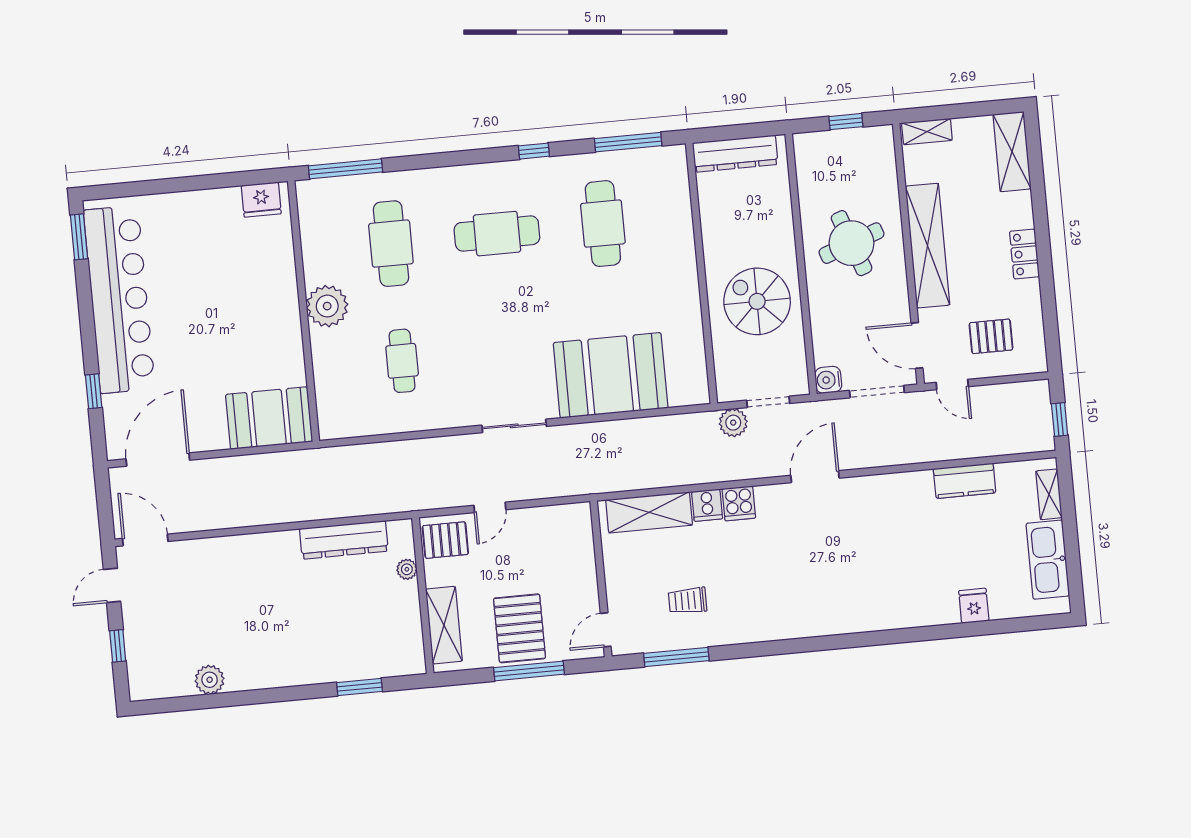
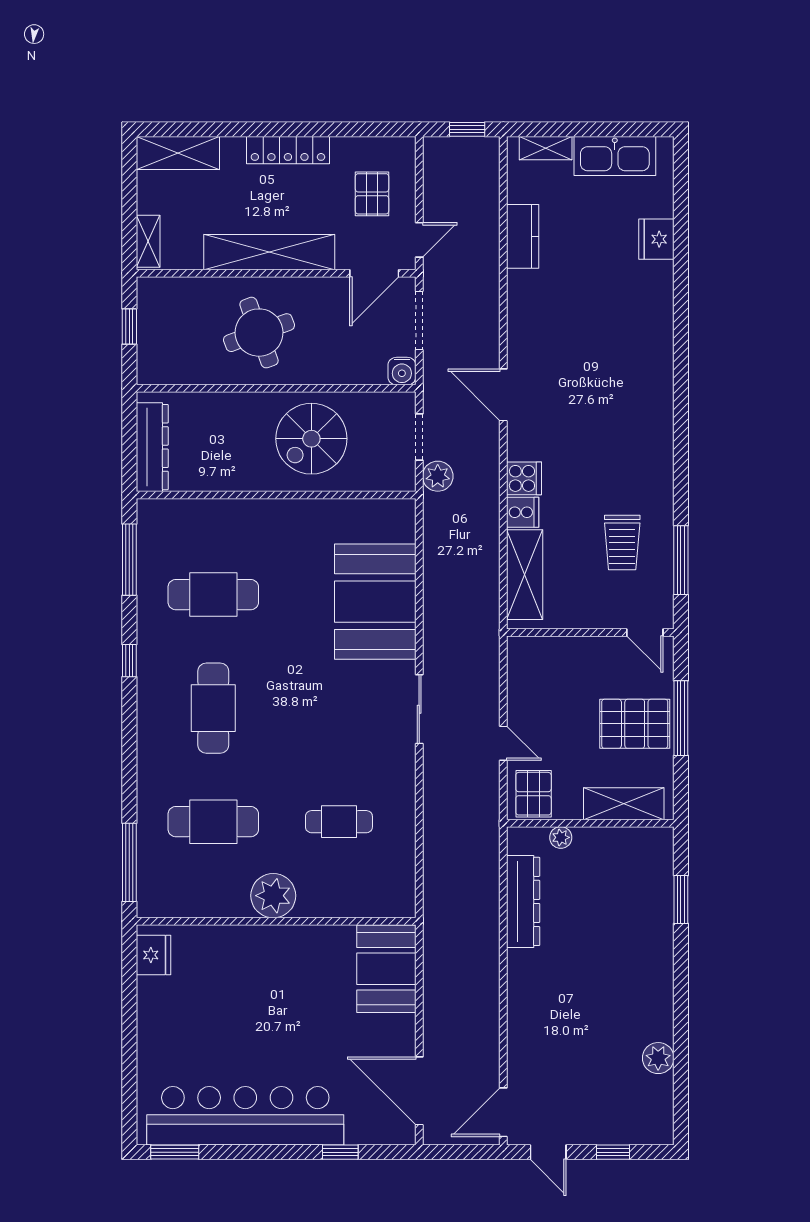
locker: (1024, 254) -> (288, 150), width x1.53
trolley: (688, 601) -> (622, 542), width x1.36, depth x1.39
fridge: (974, 606) -> (656, 239), width x1.38

